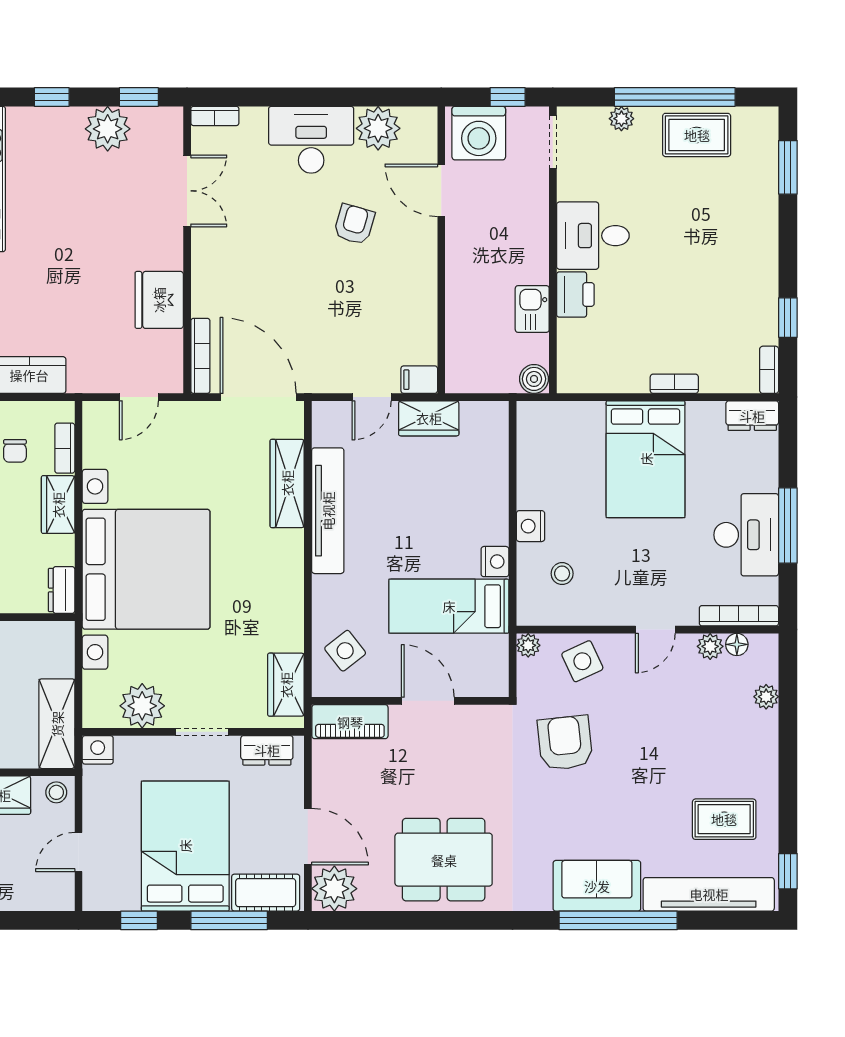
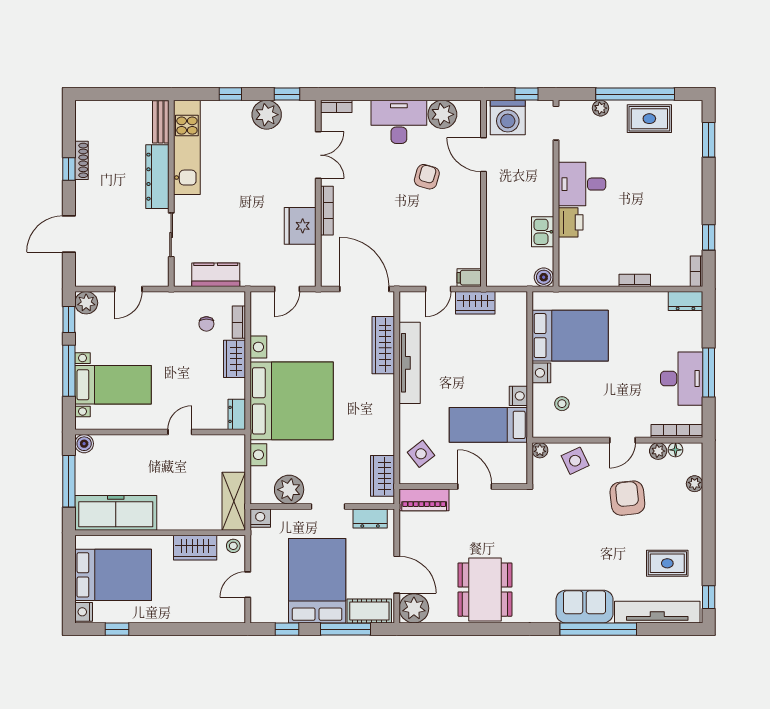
bookcase: (200, 356) -> (327, 211), moved
bed: (646, 459) -> (570, 336), moved, turned -90
armchair: (565, 743) -> (627, 498), moved
dining table: (444, 860) -> (485, 590), turned 90

